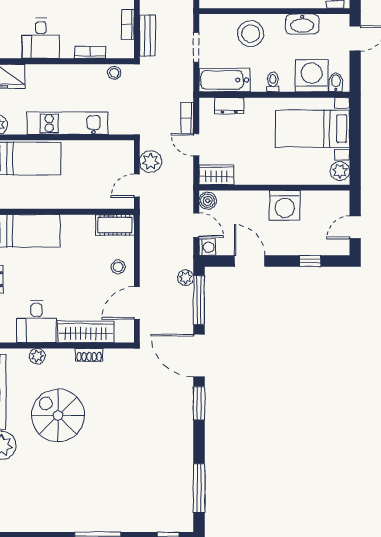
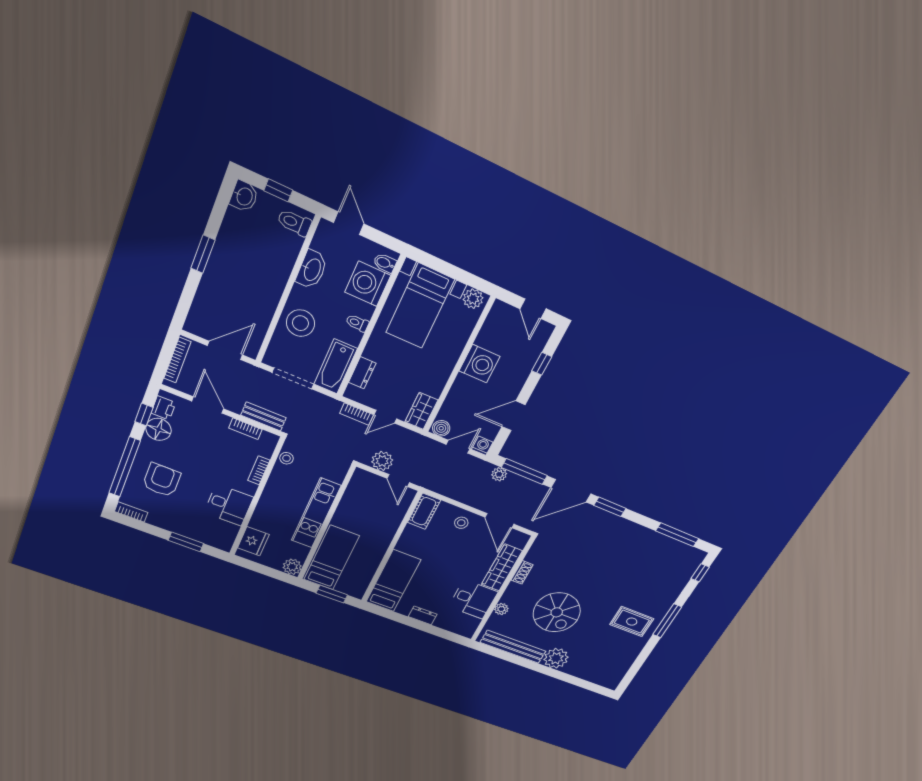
doorway: (196, 47) -> (293, 378), width x1.38
spiral stairs: (58, 415) -> (557, 612), turned -90
rug: (81, 501) -> (632, 622), added

